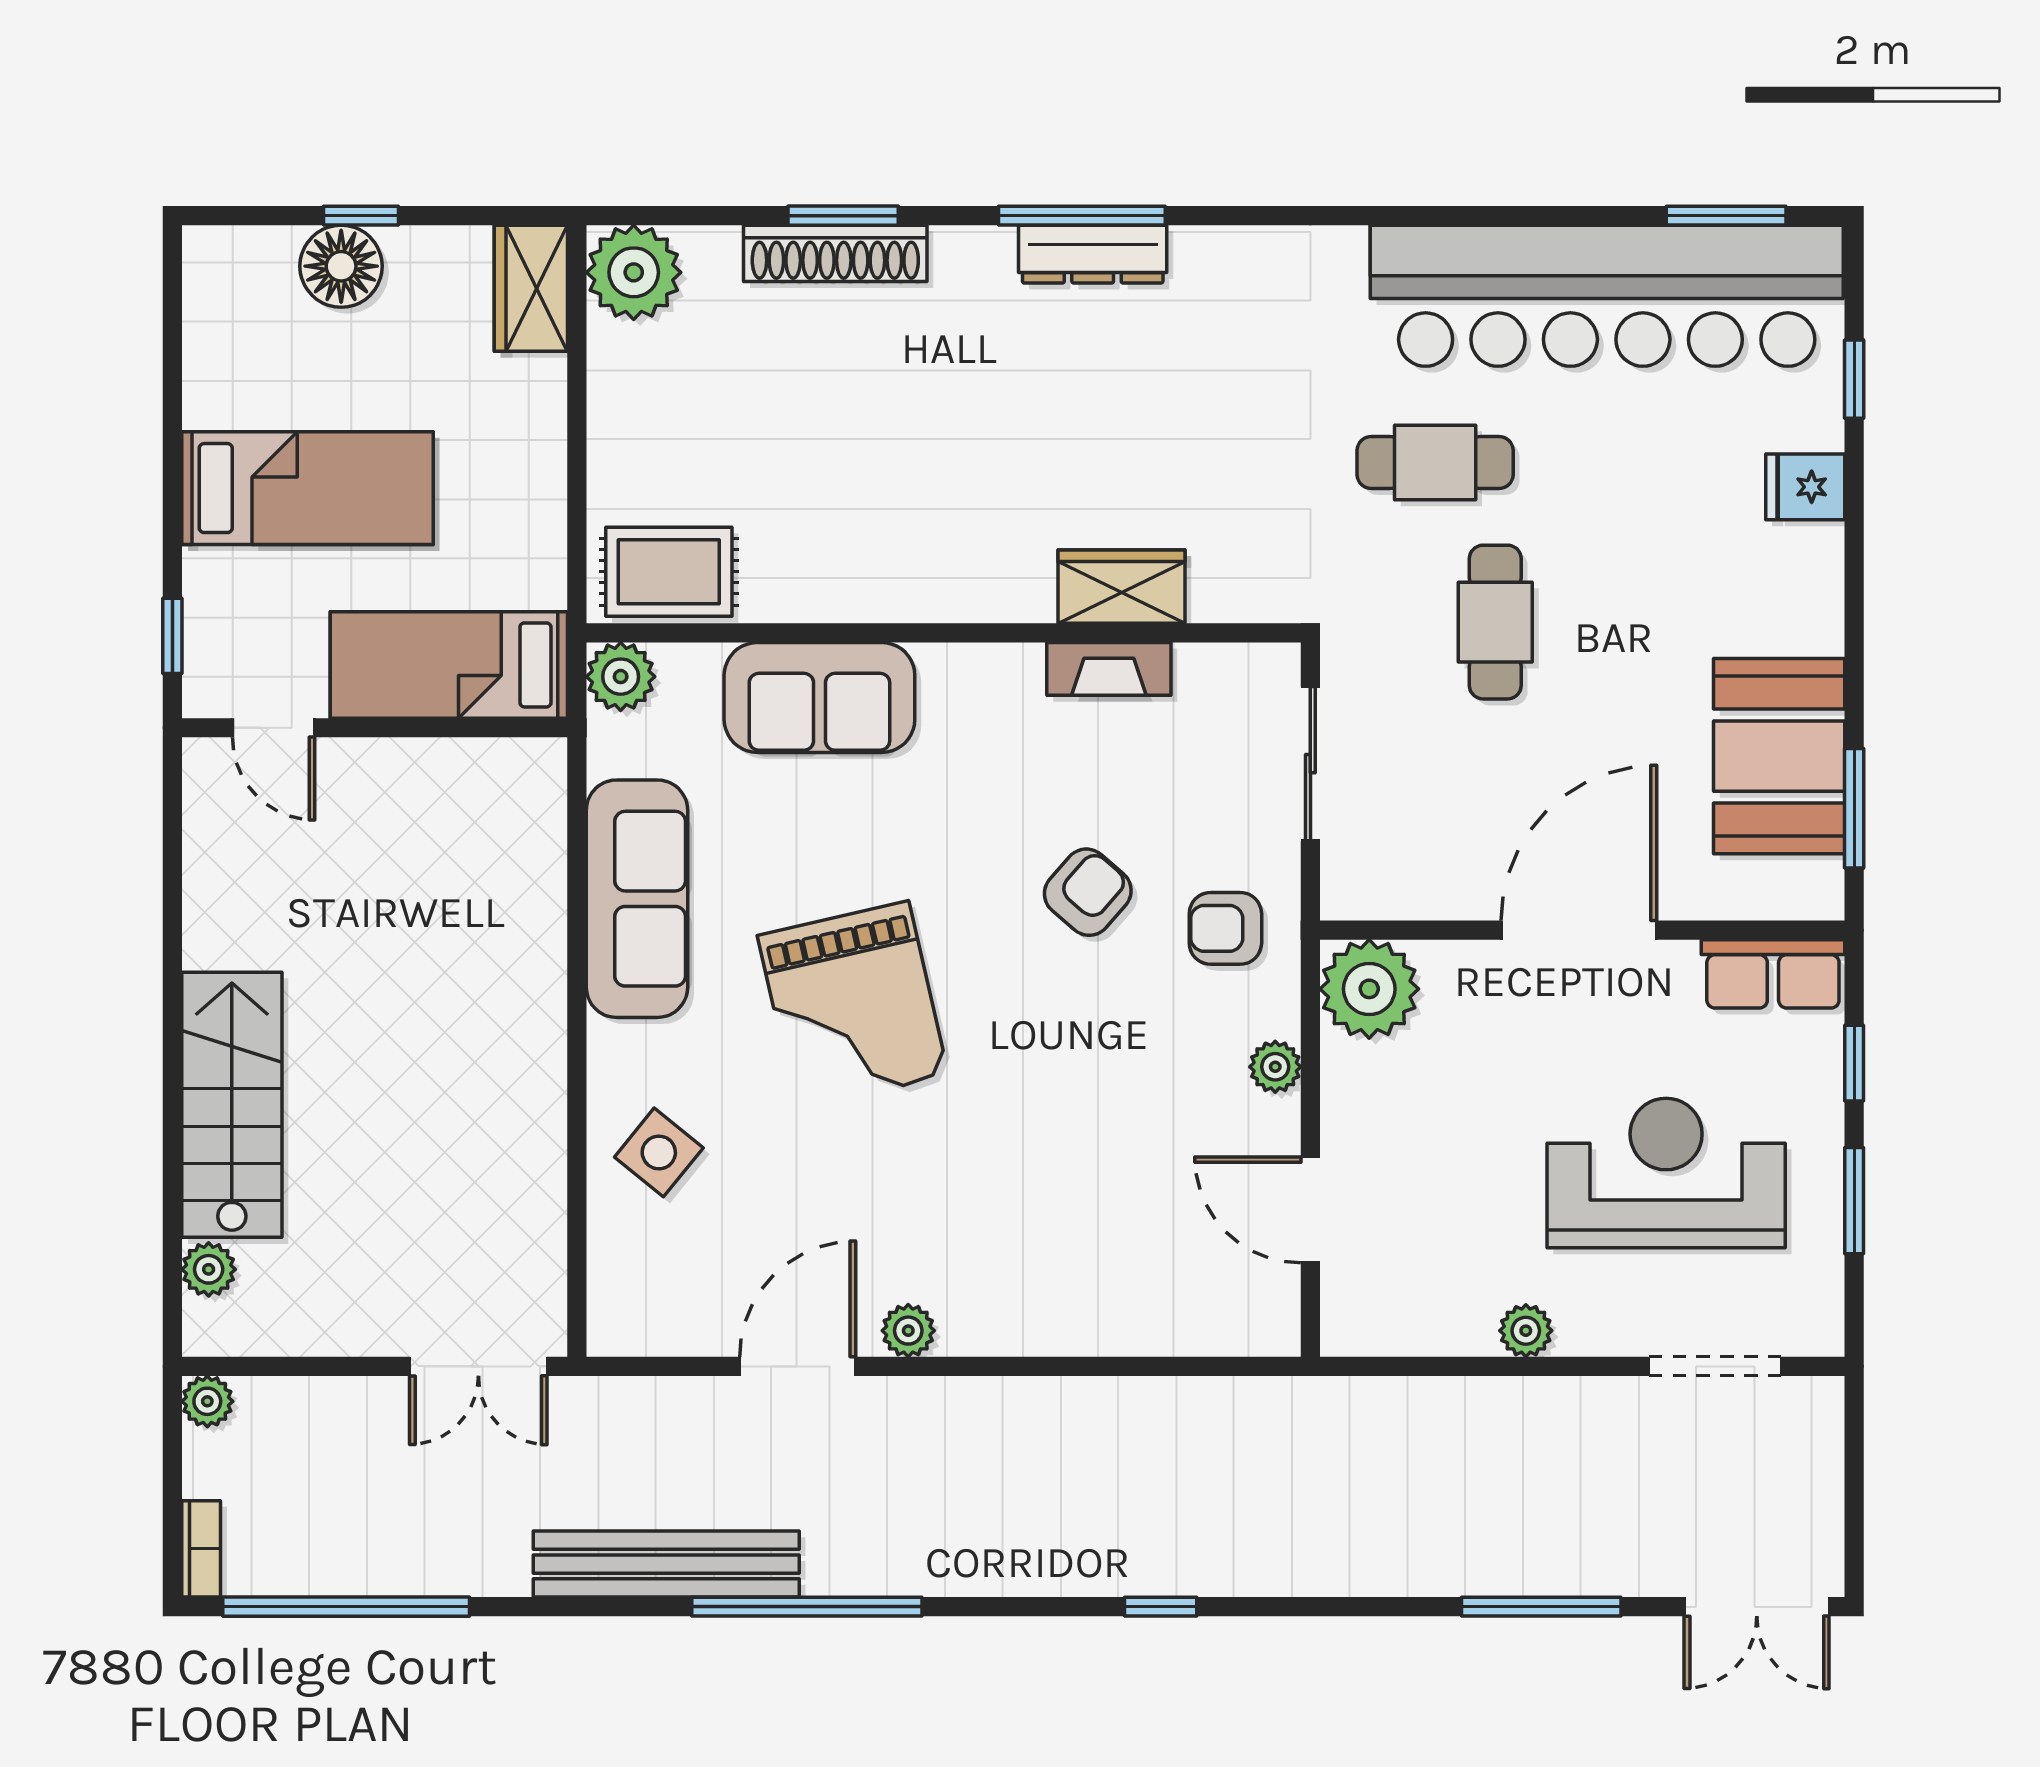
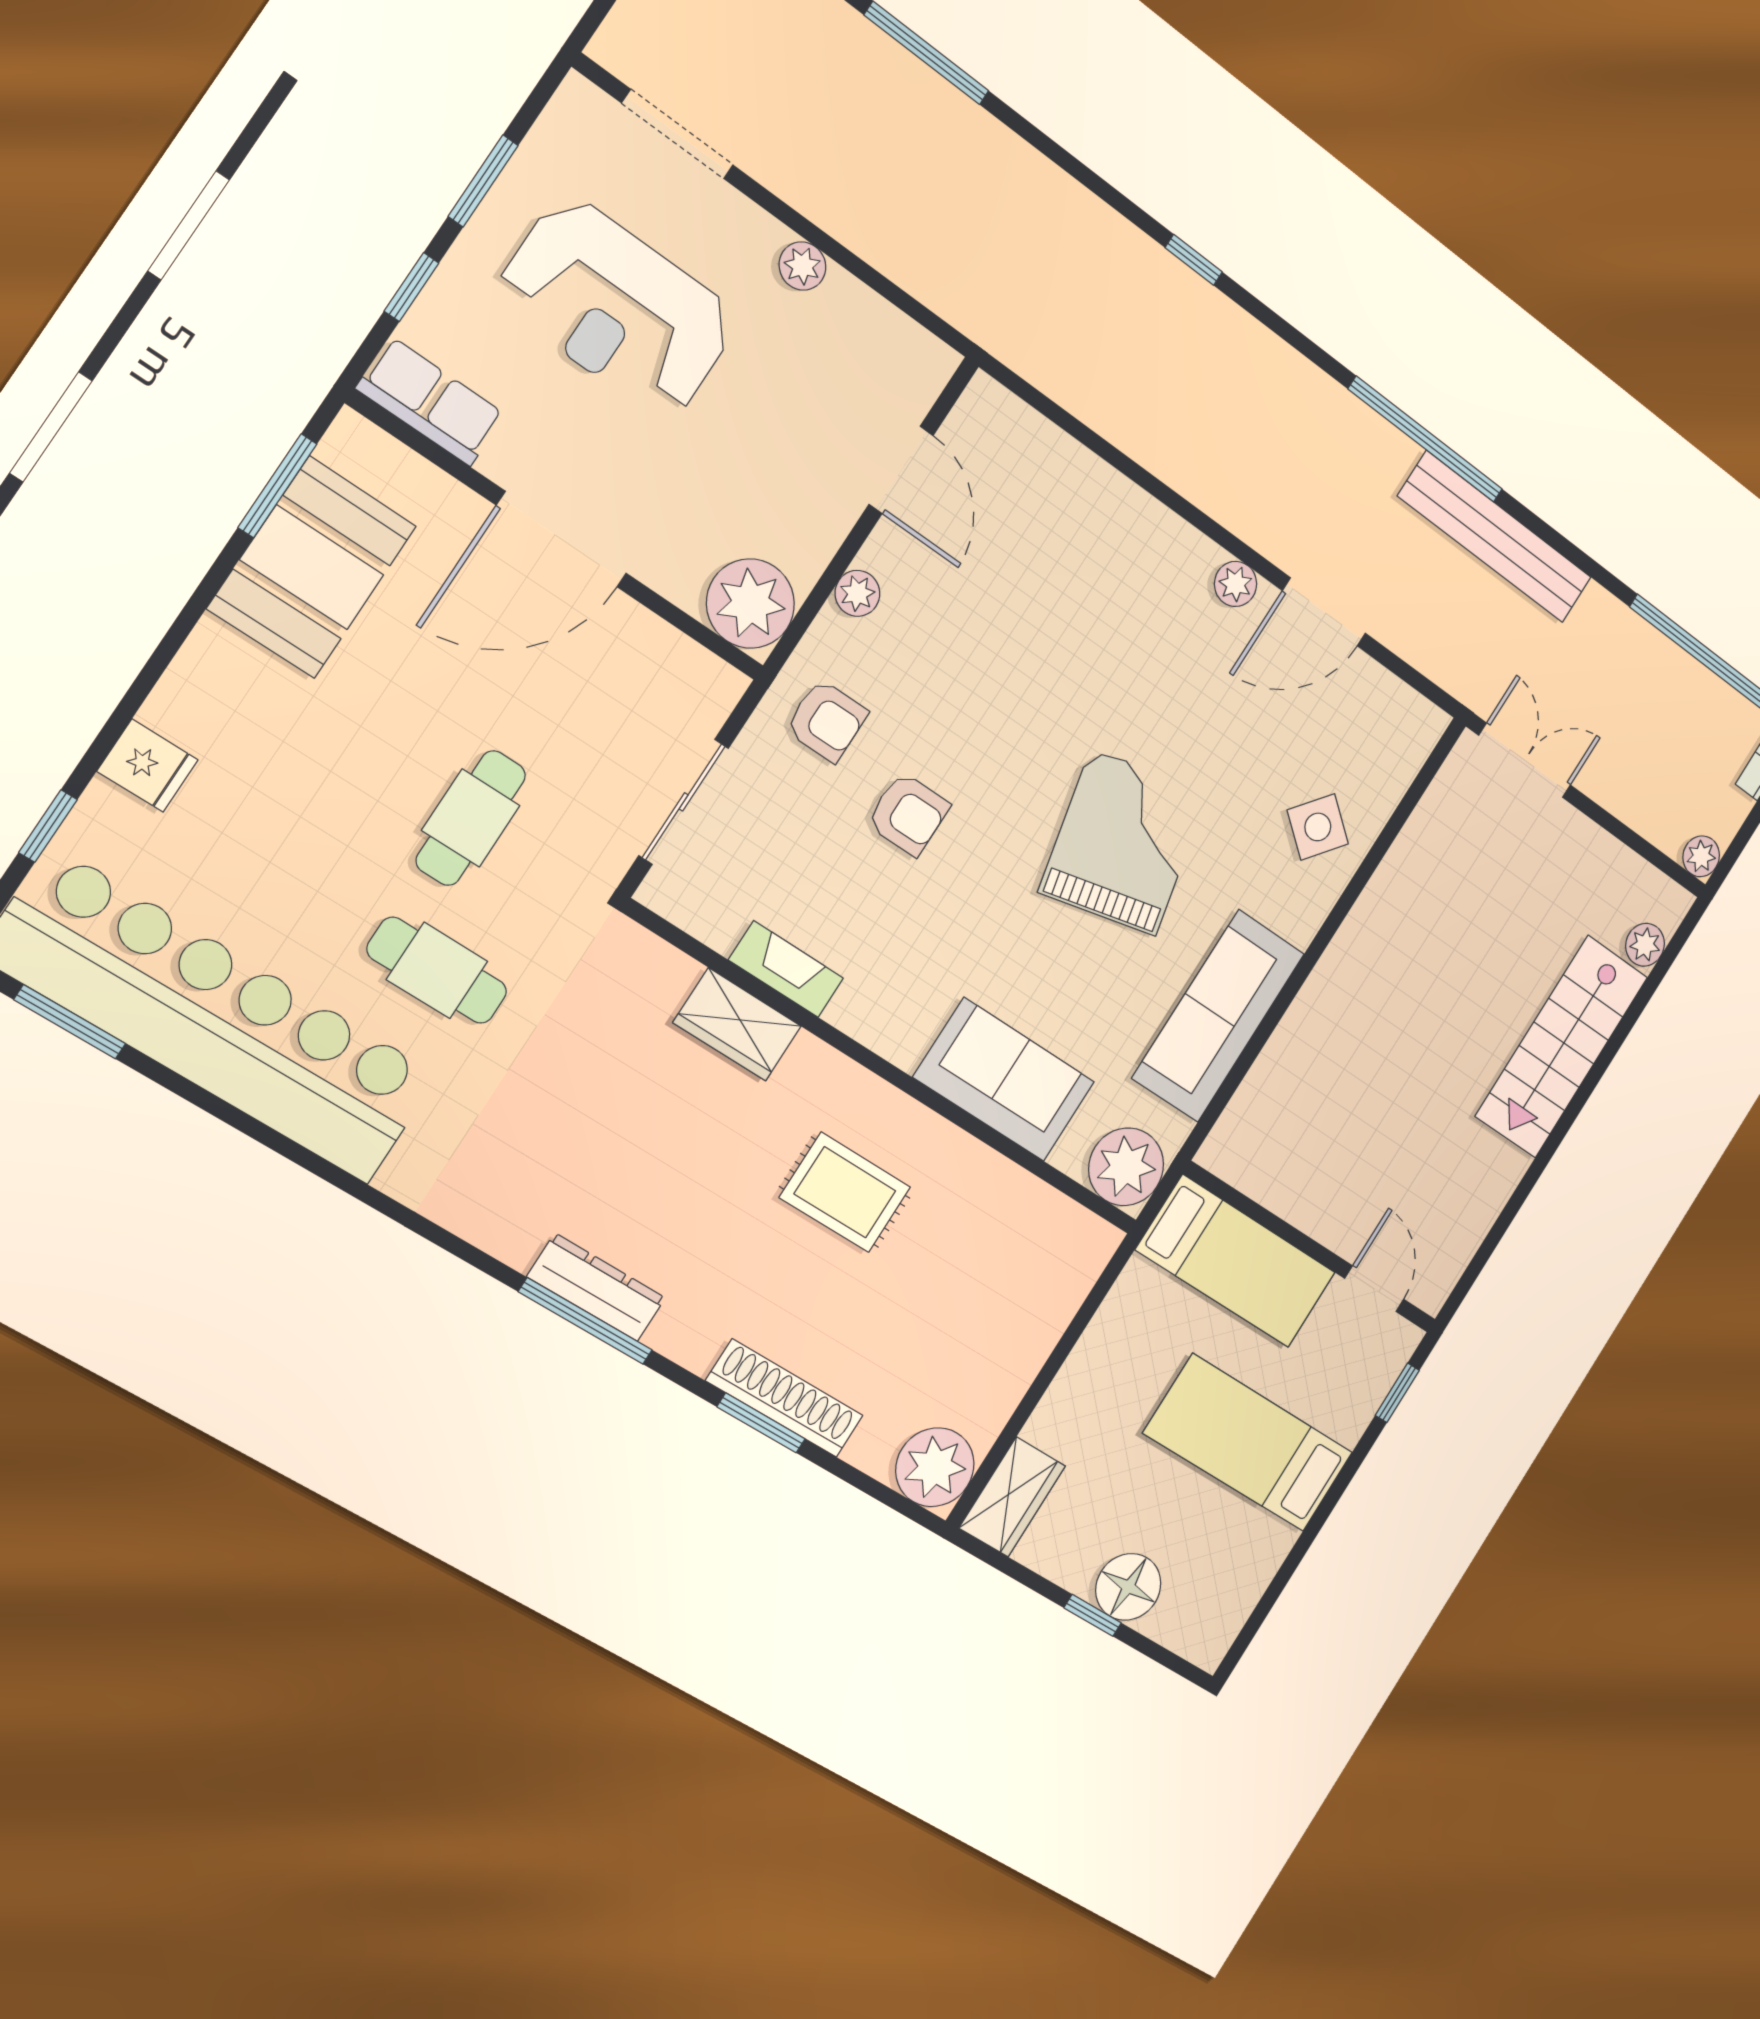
rug: (669, 572) -> (845, 1192), moved
plant: (621, 677) -> (1126, 1167), width x1.36, depth x1.36
armchair: (1088, 892) -> (908, 814), turned -131

